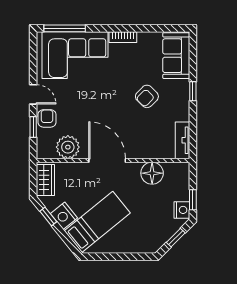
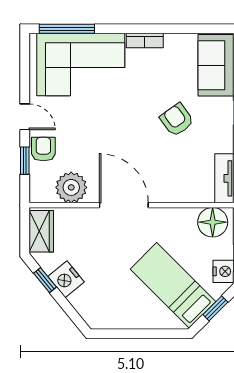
armchair: (147, 96) -> (177, 120), turned 99
floor lamp: (152, 173) -> (213, 222), moved
bed: (97, 222) -> (173, 285), moved, turned -96

